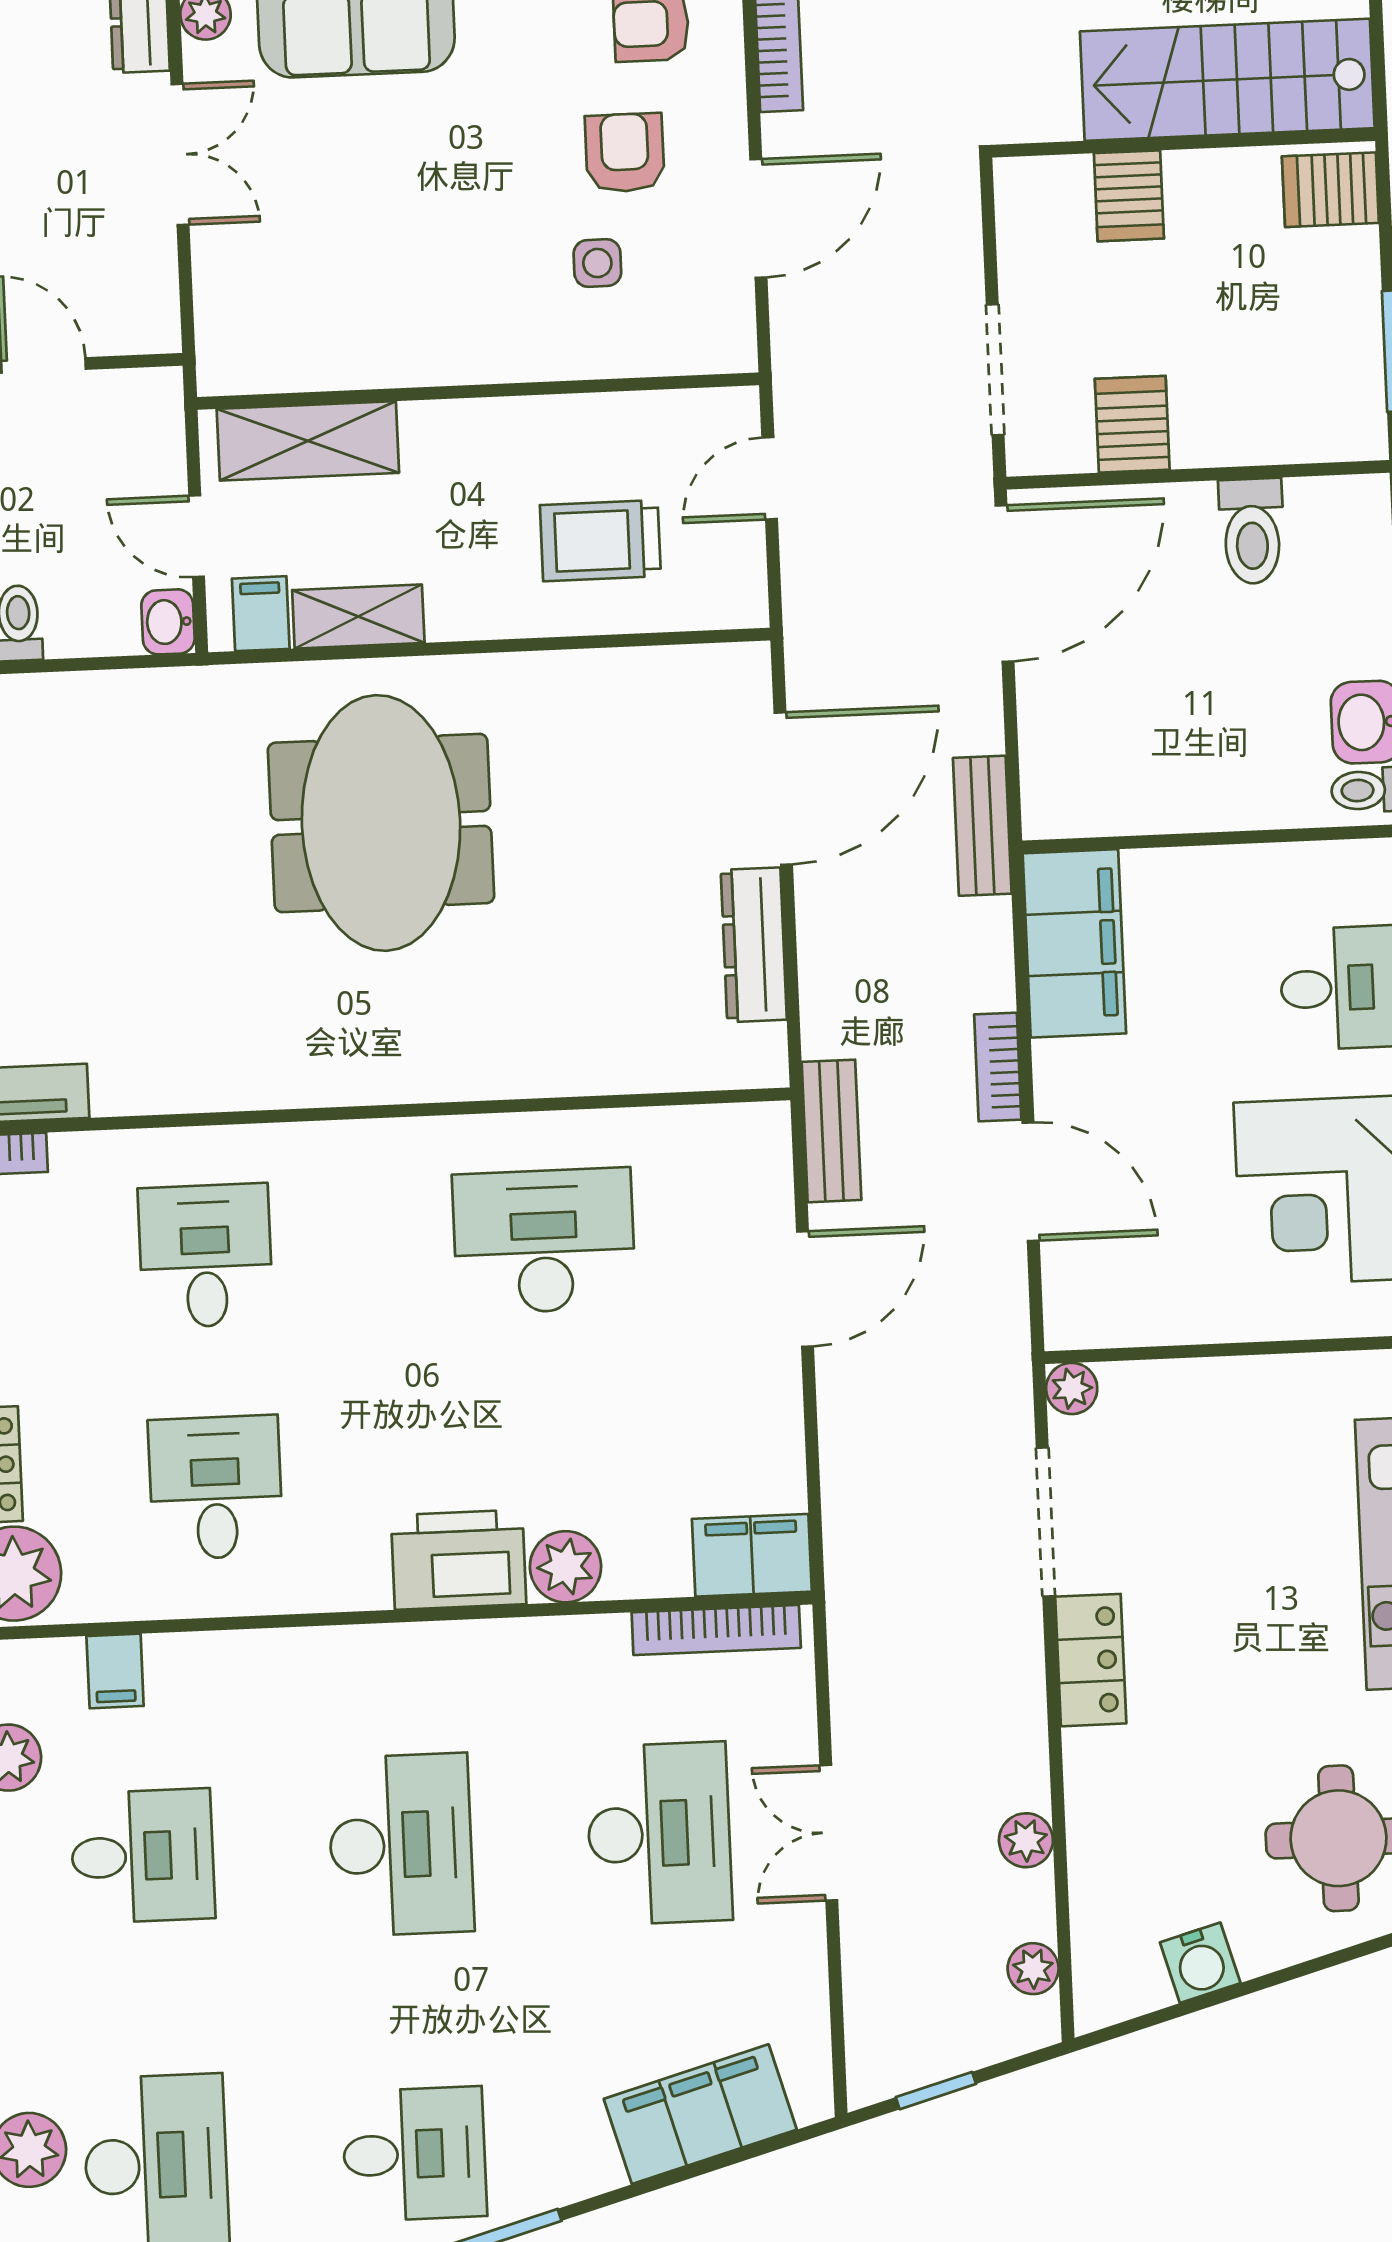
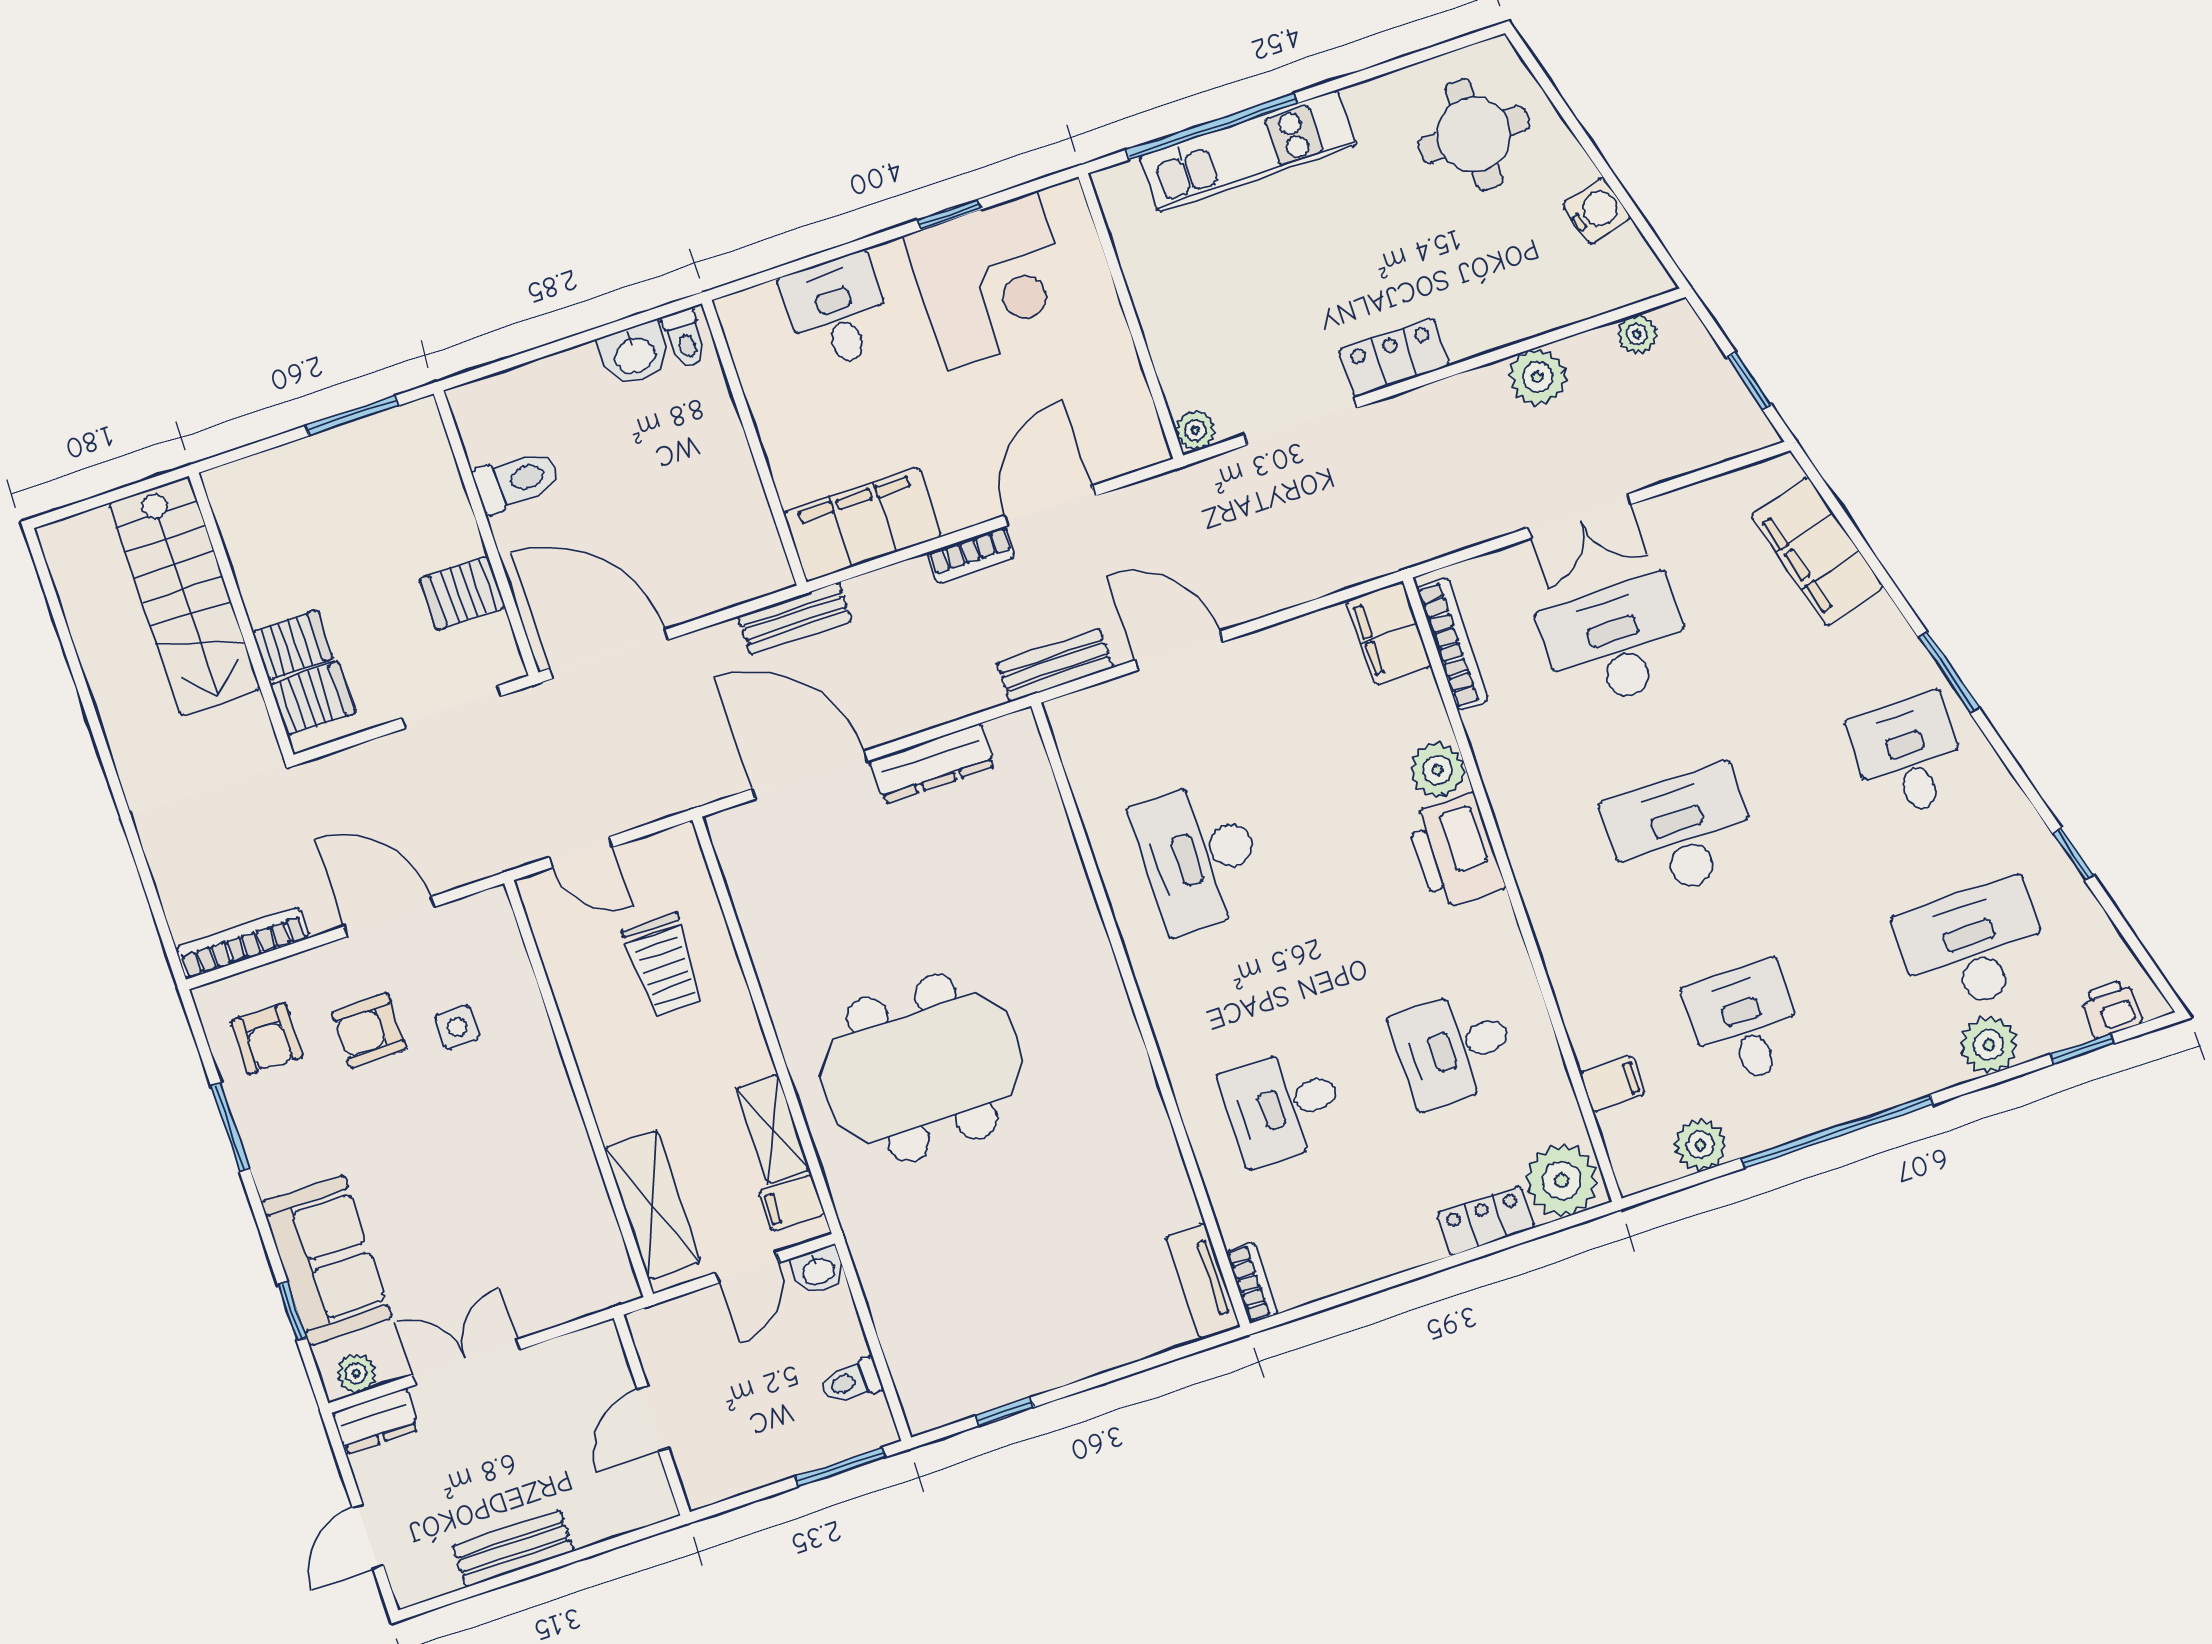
server rack: (1330, 190) -> (313, 698), moved, turned -90
plant: (1026, 1840) -> (1538, 377), width x1.38, depth x1.38

